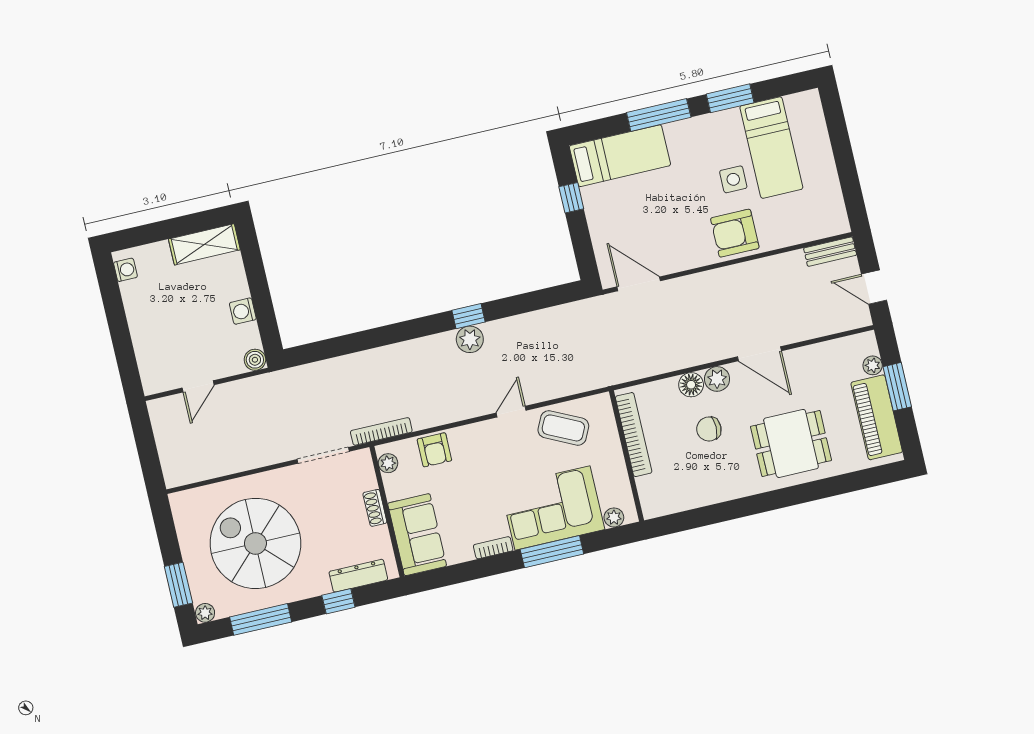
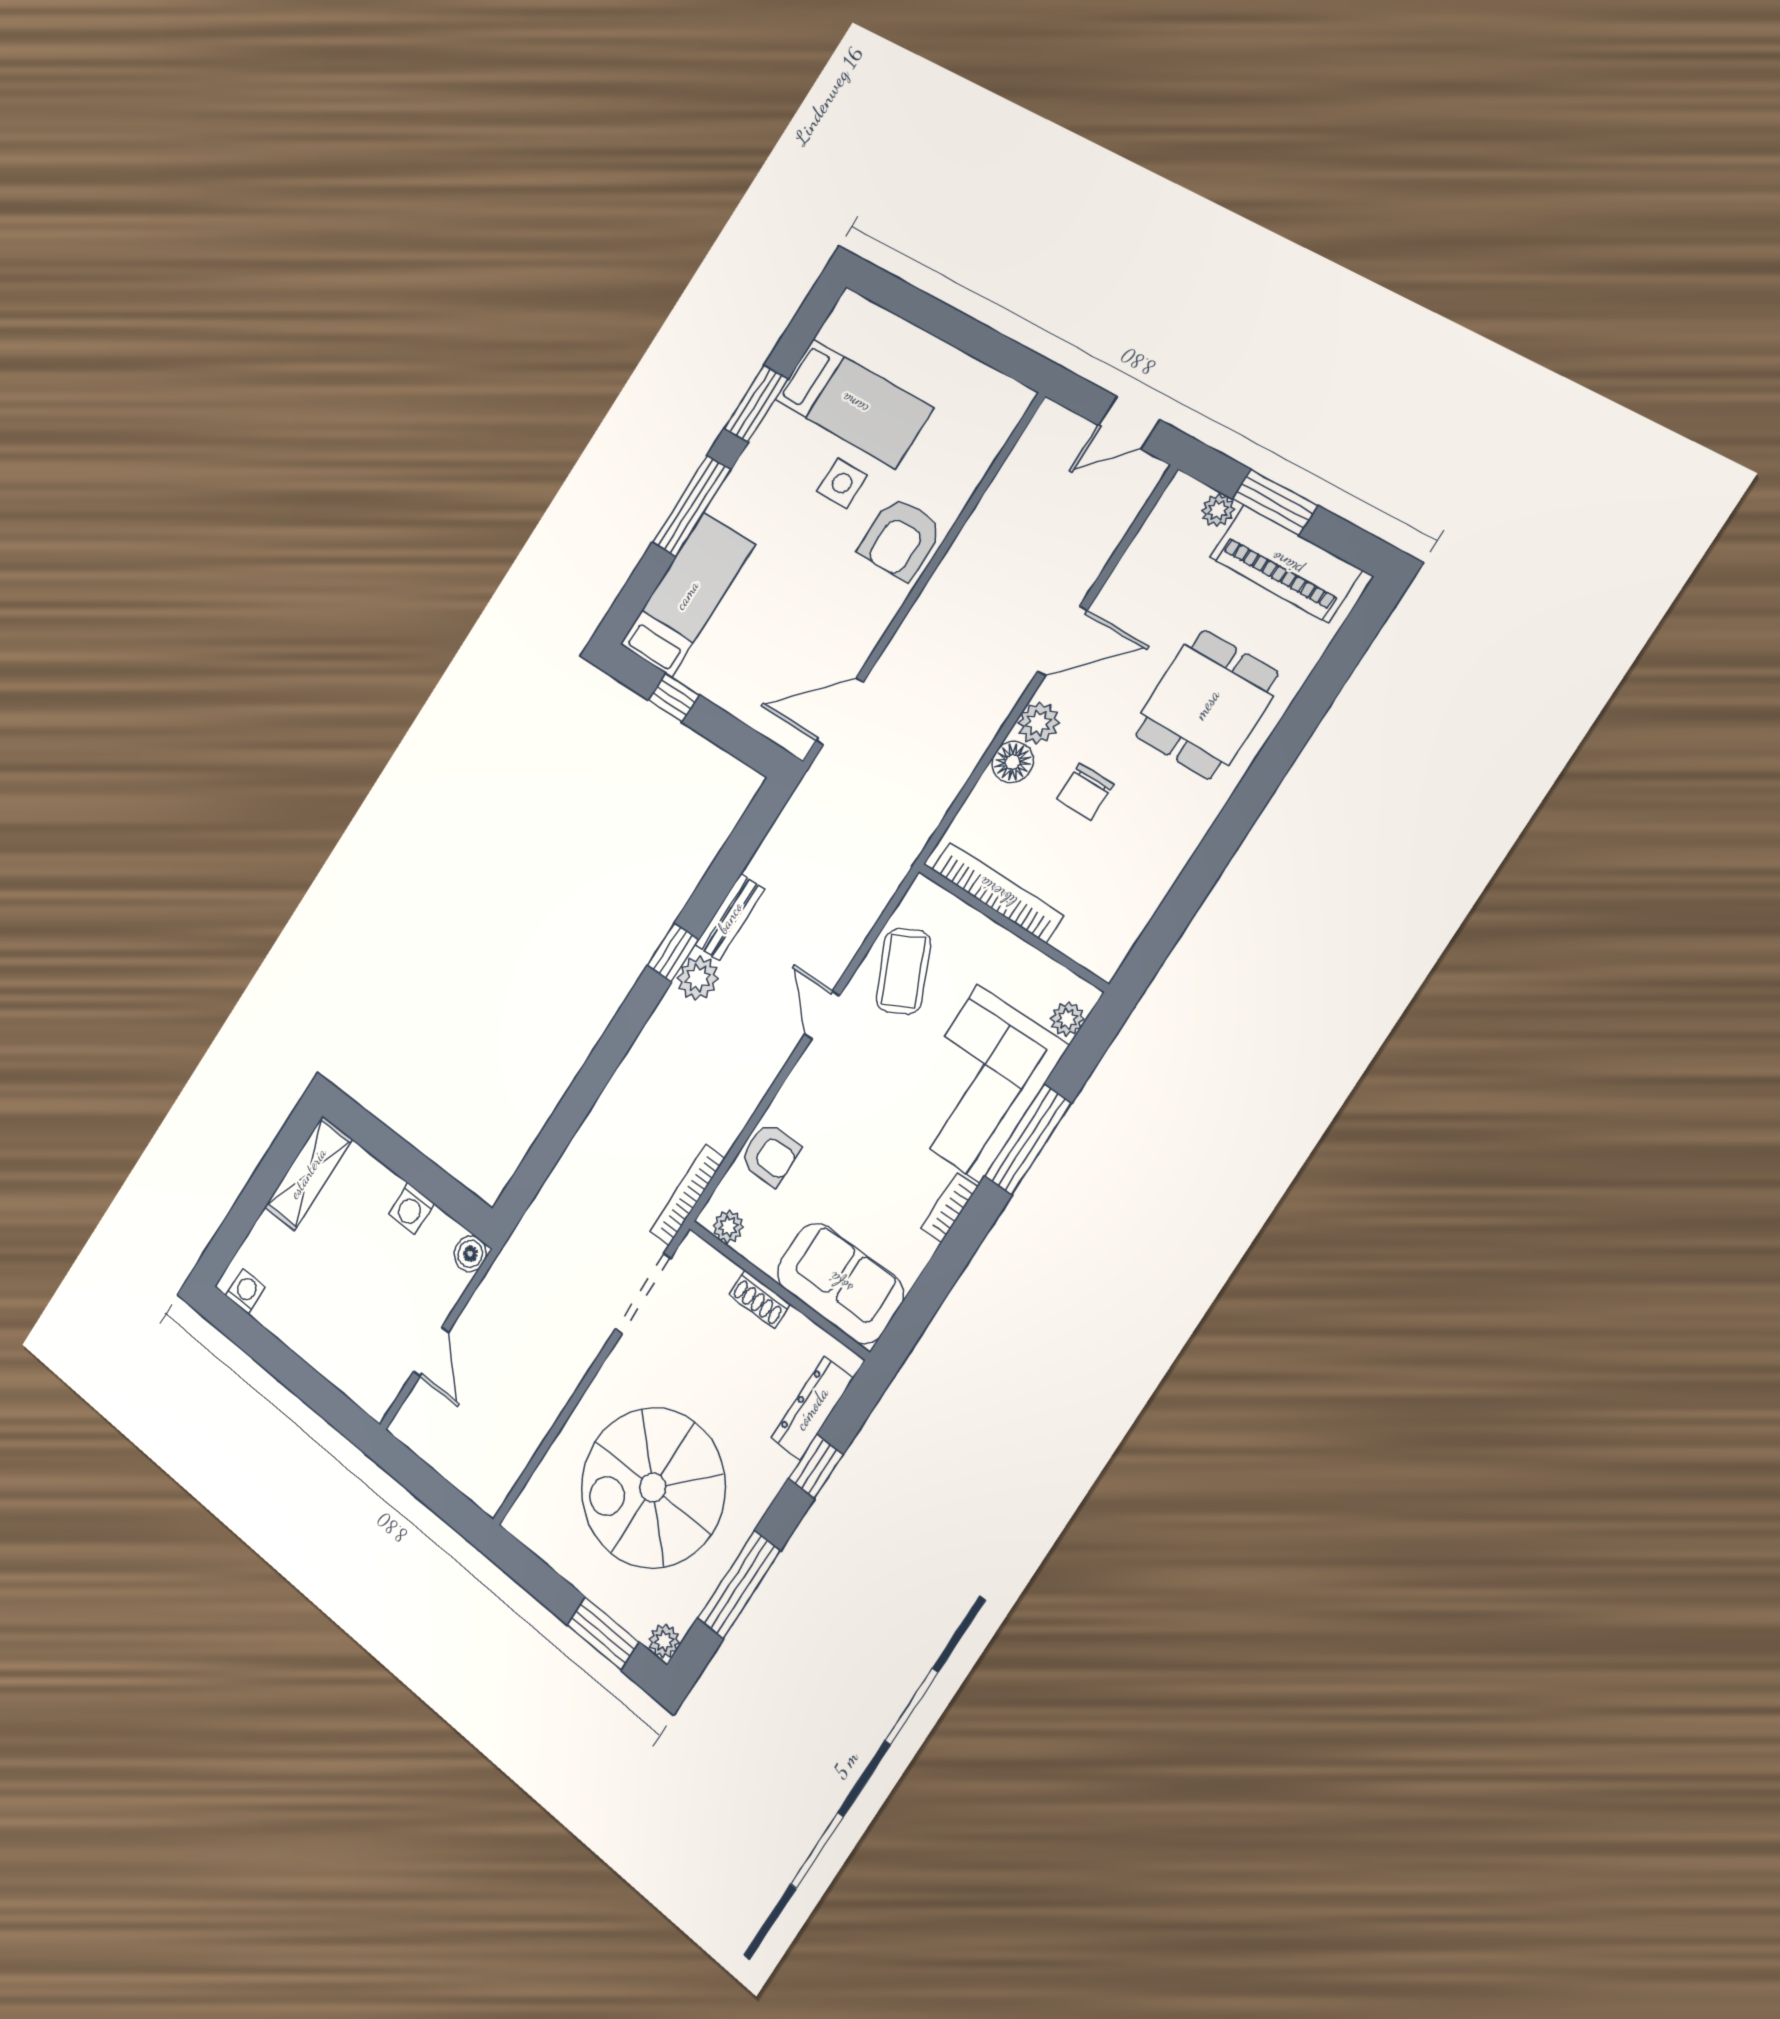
bench: (830, 252) -> (730, 917), moved
coffee table: (563, 428) -> (903, 971), turned -52

